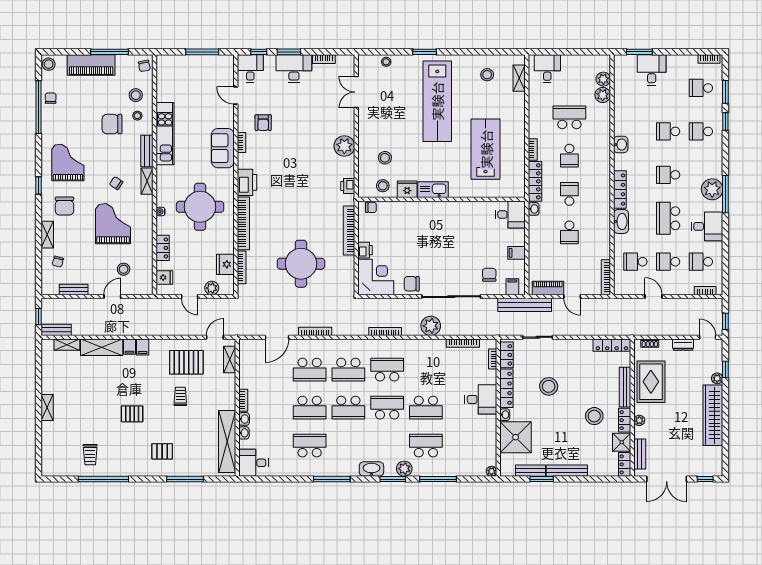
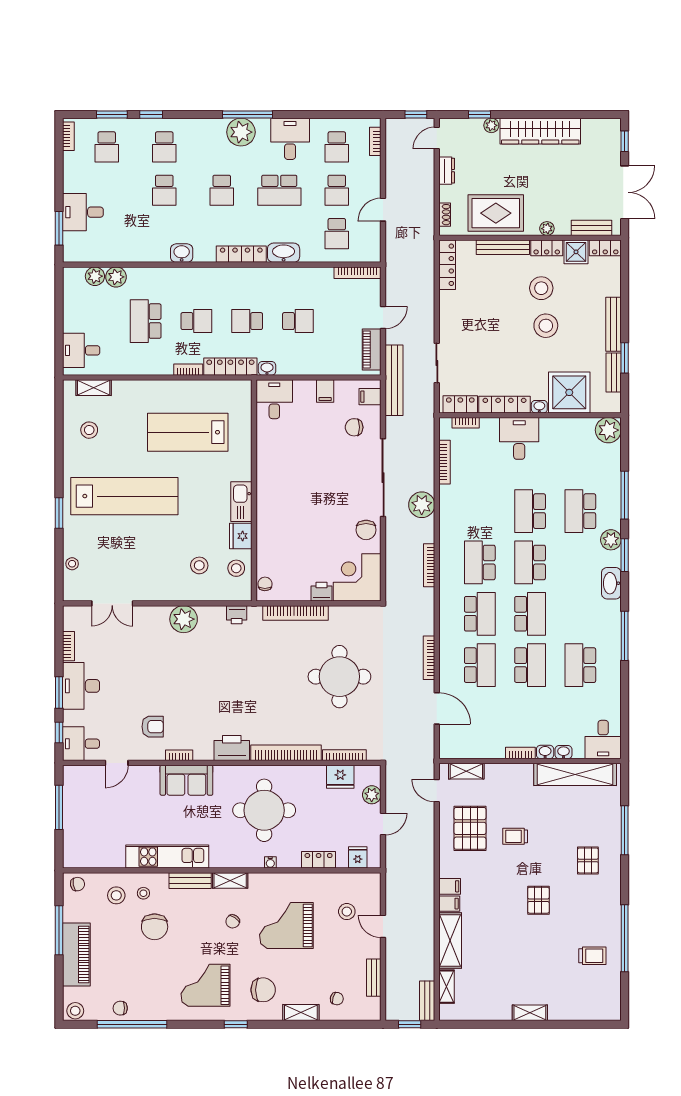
stool: (549, 386) -> (546, 326), moved
school desk: (426, 408) -> (530, 511), turned 180
plant: (492, 471) -> (608, 430), width x1.88, depth x1.88

